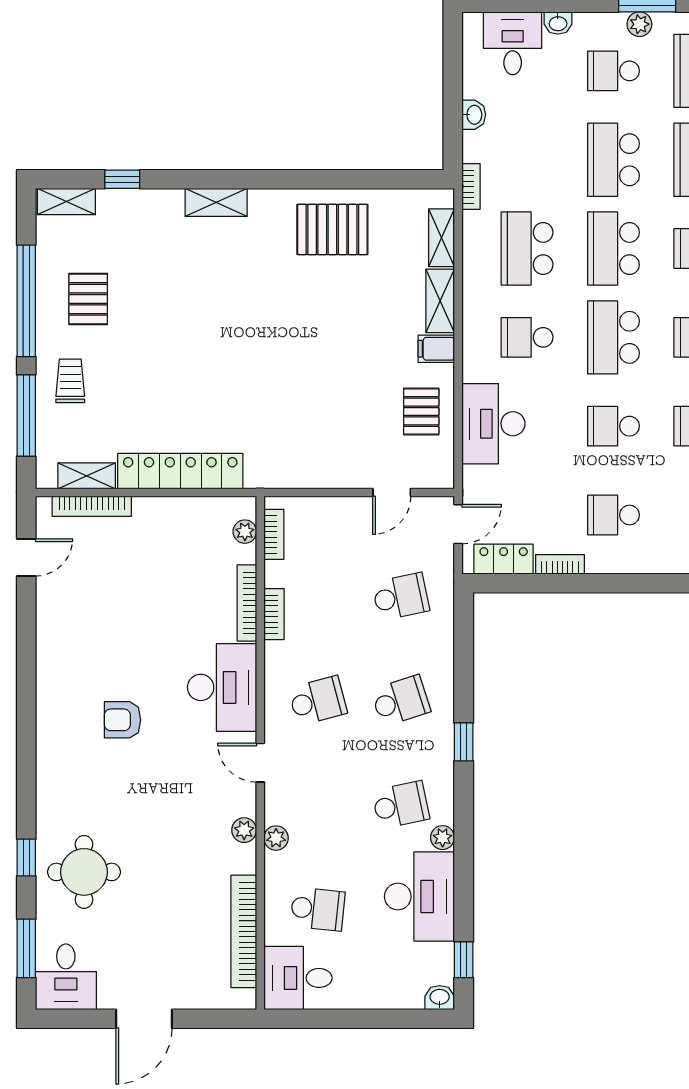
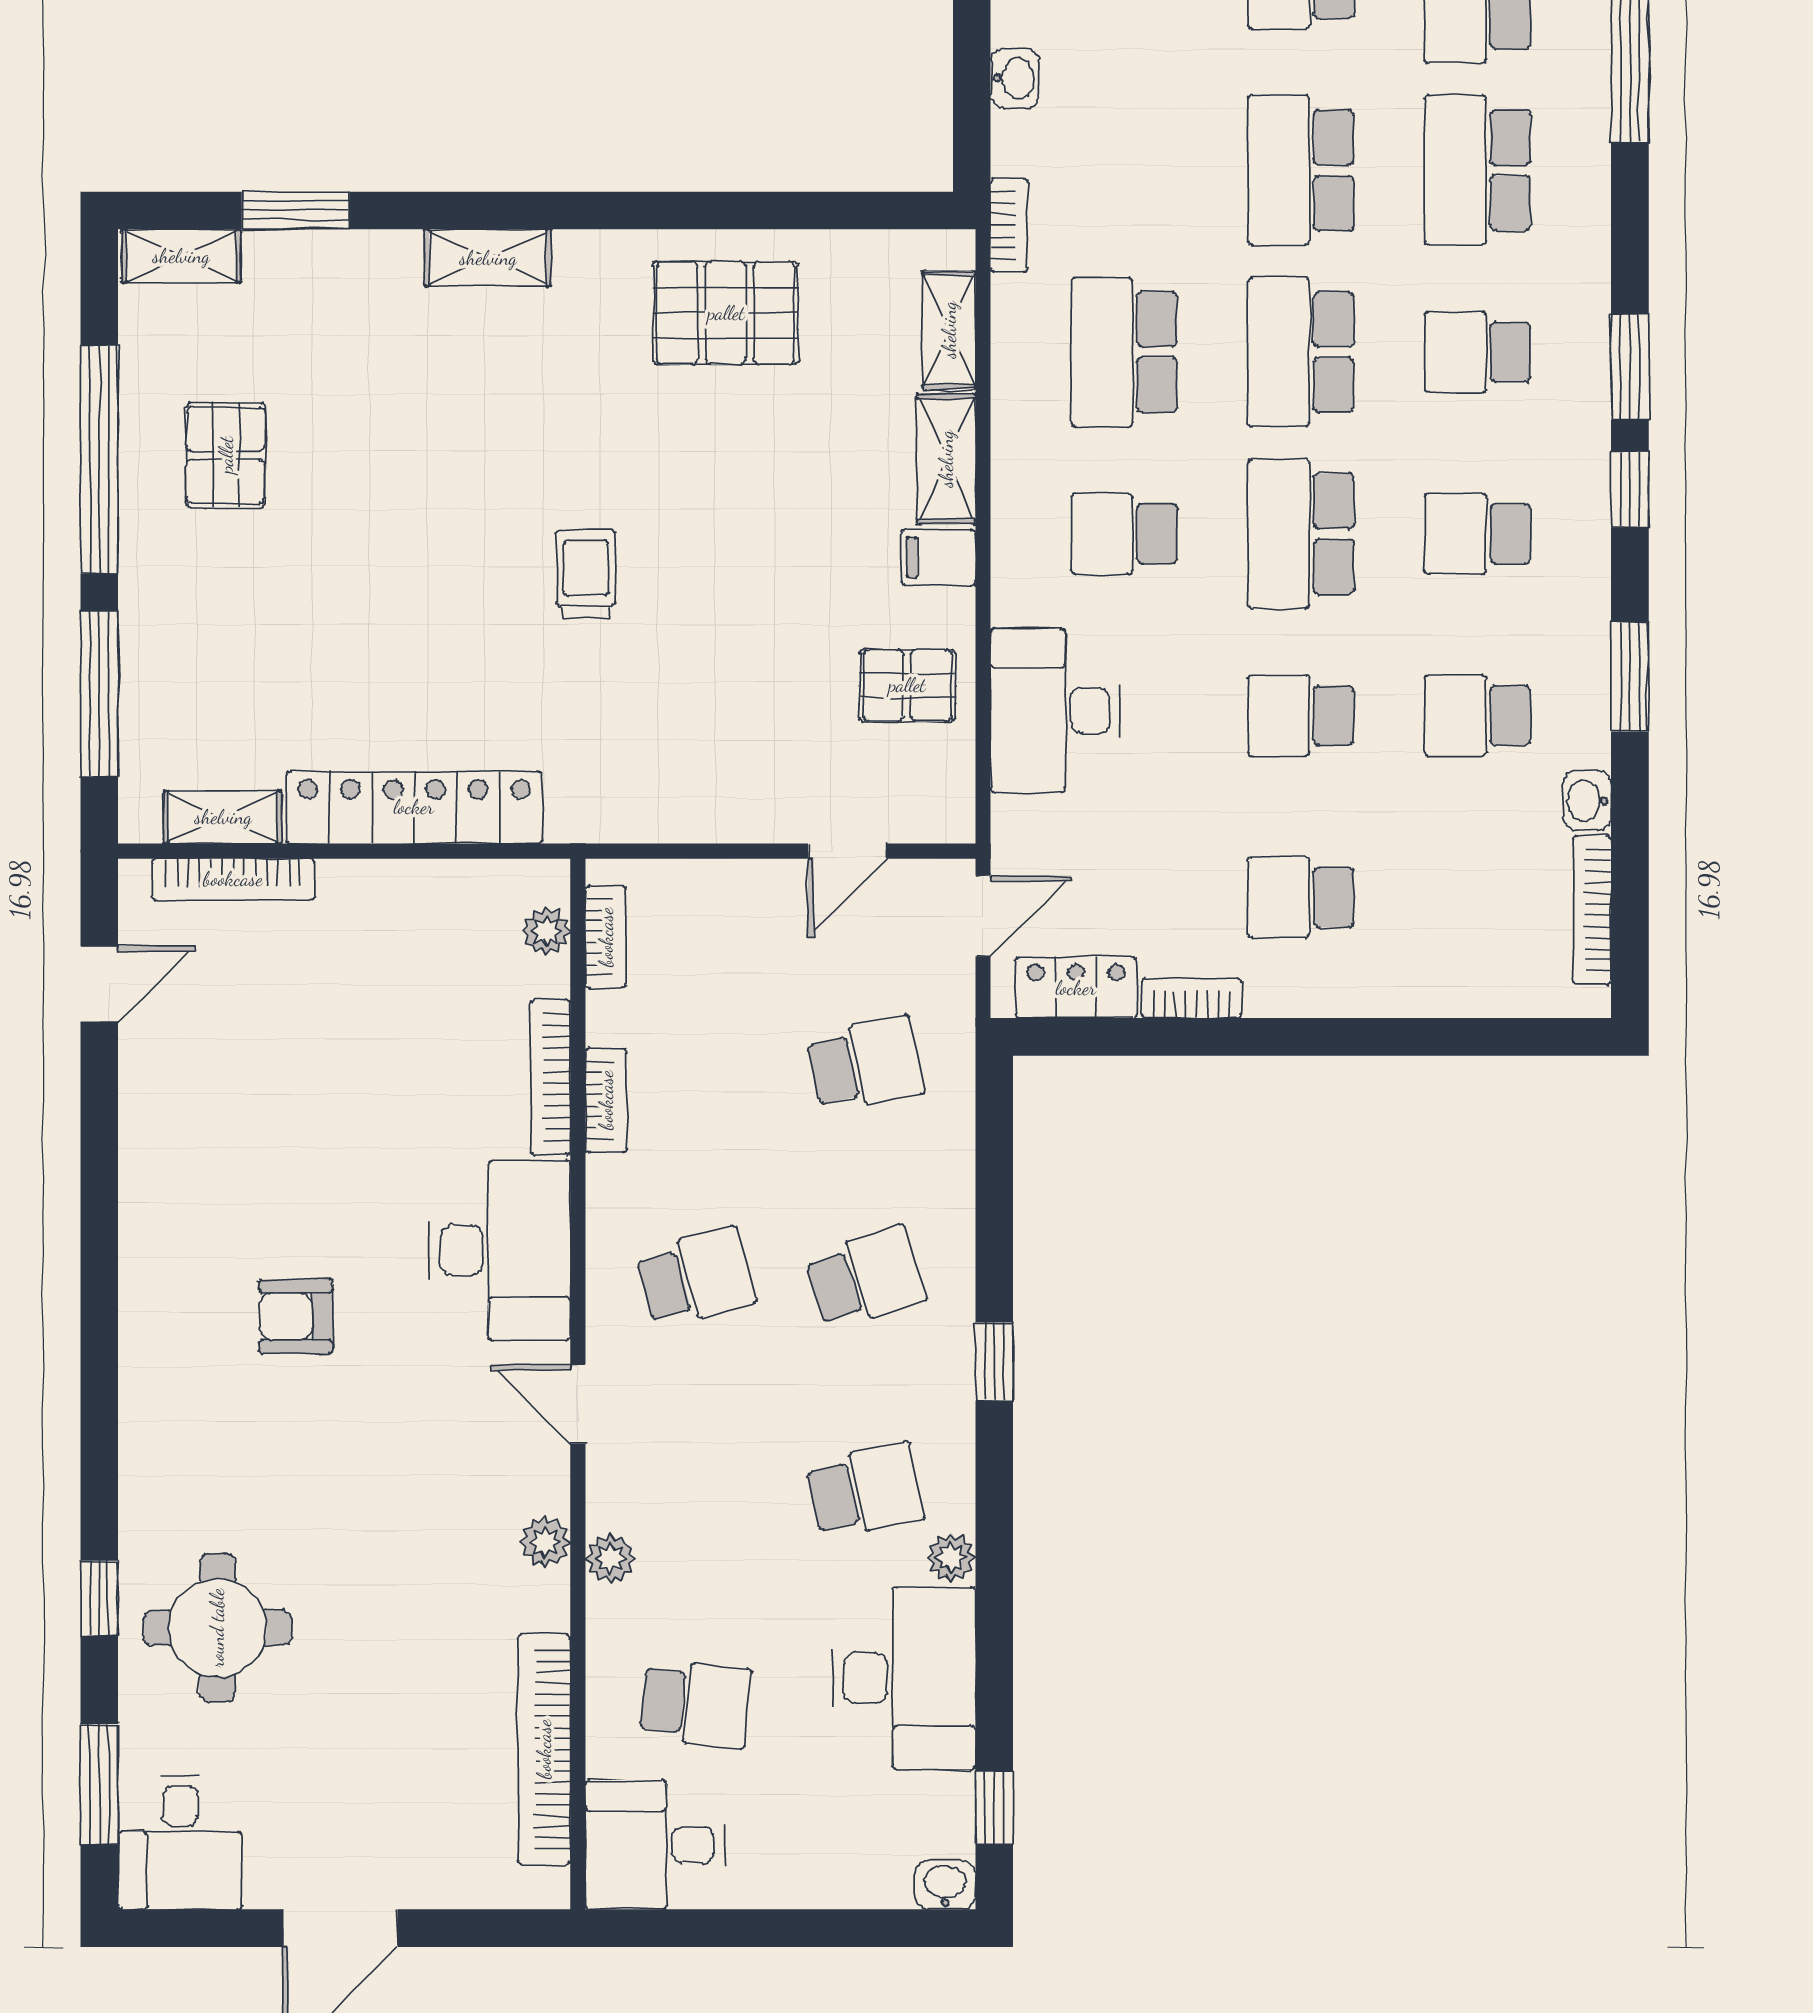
window: (122, 179) -> (296, 210), width x1.50
trolley: (70, 381) -> (586, 574), moved
pallet: (421, 411) -> (907, 685), turned 90

